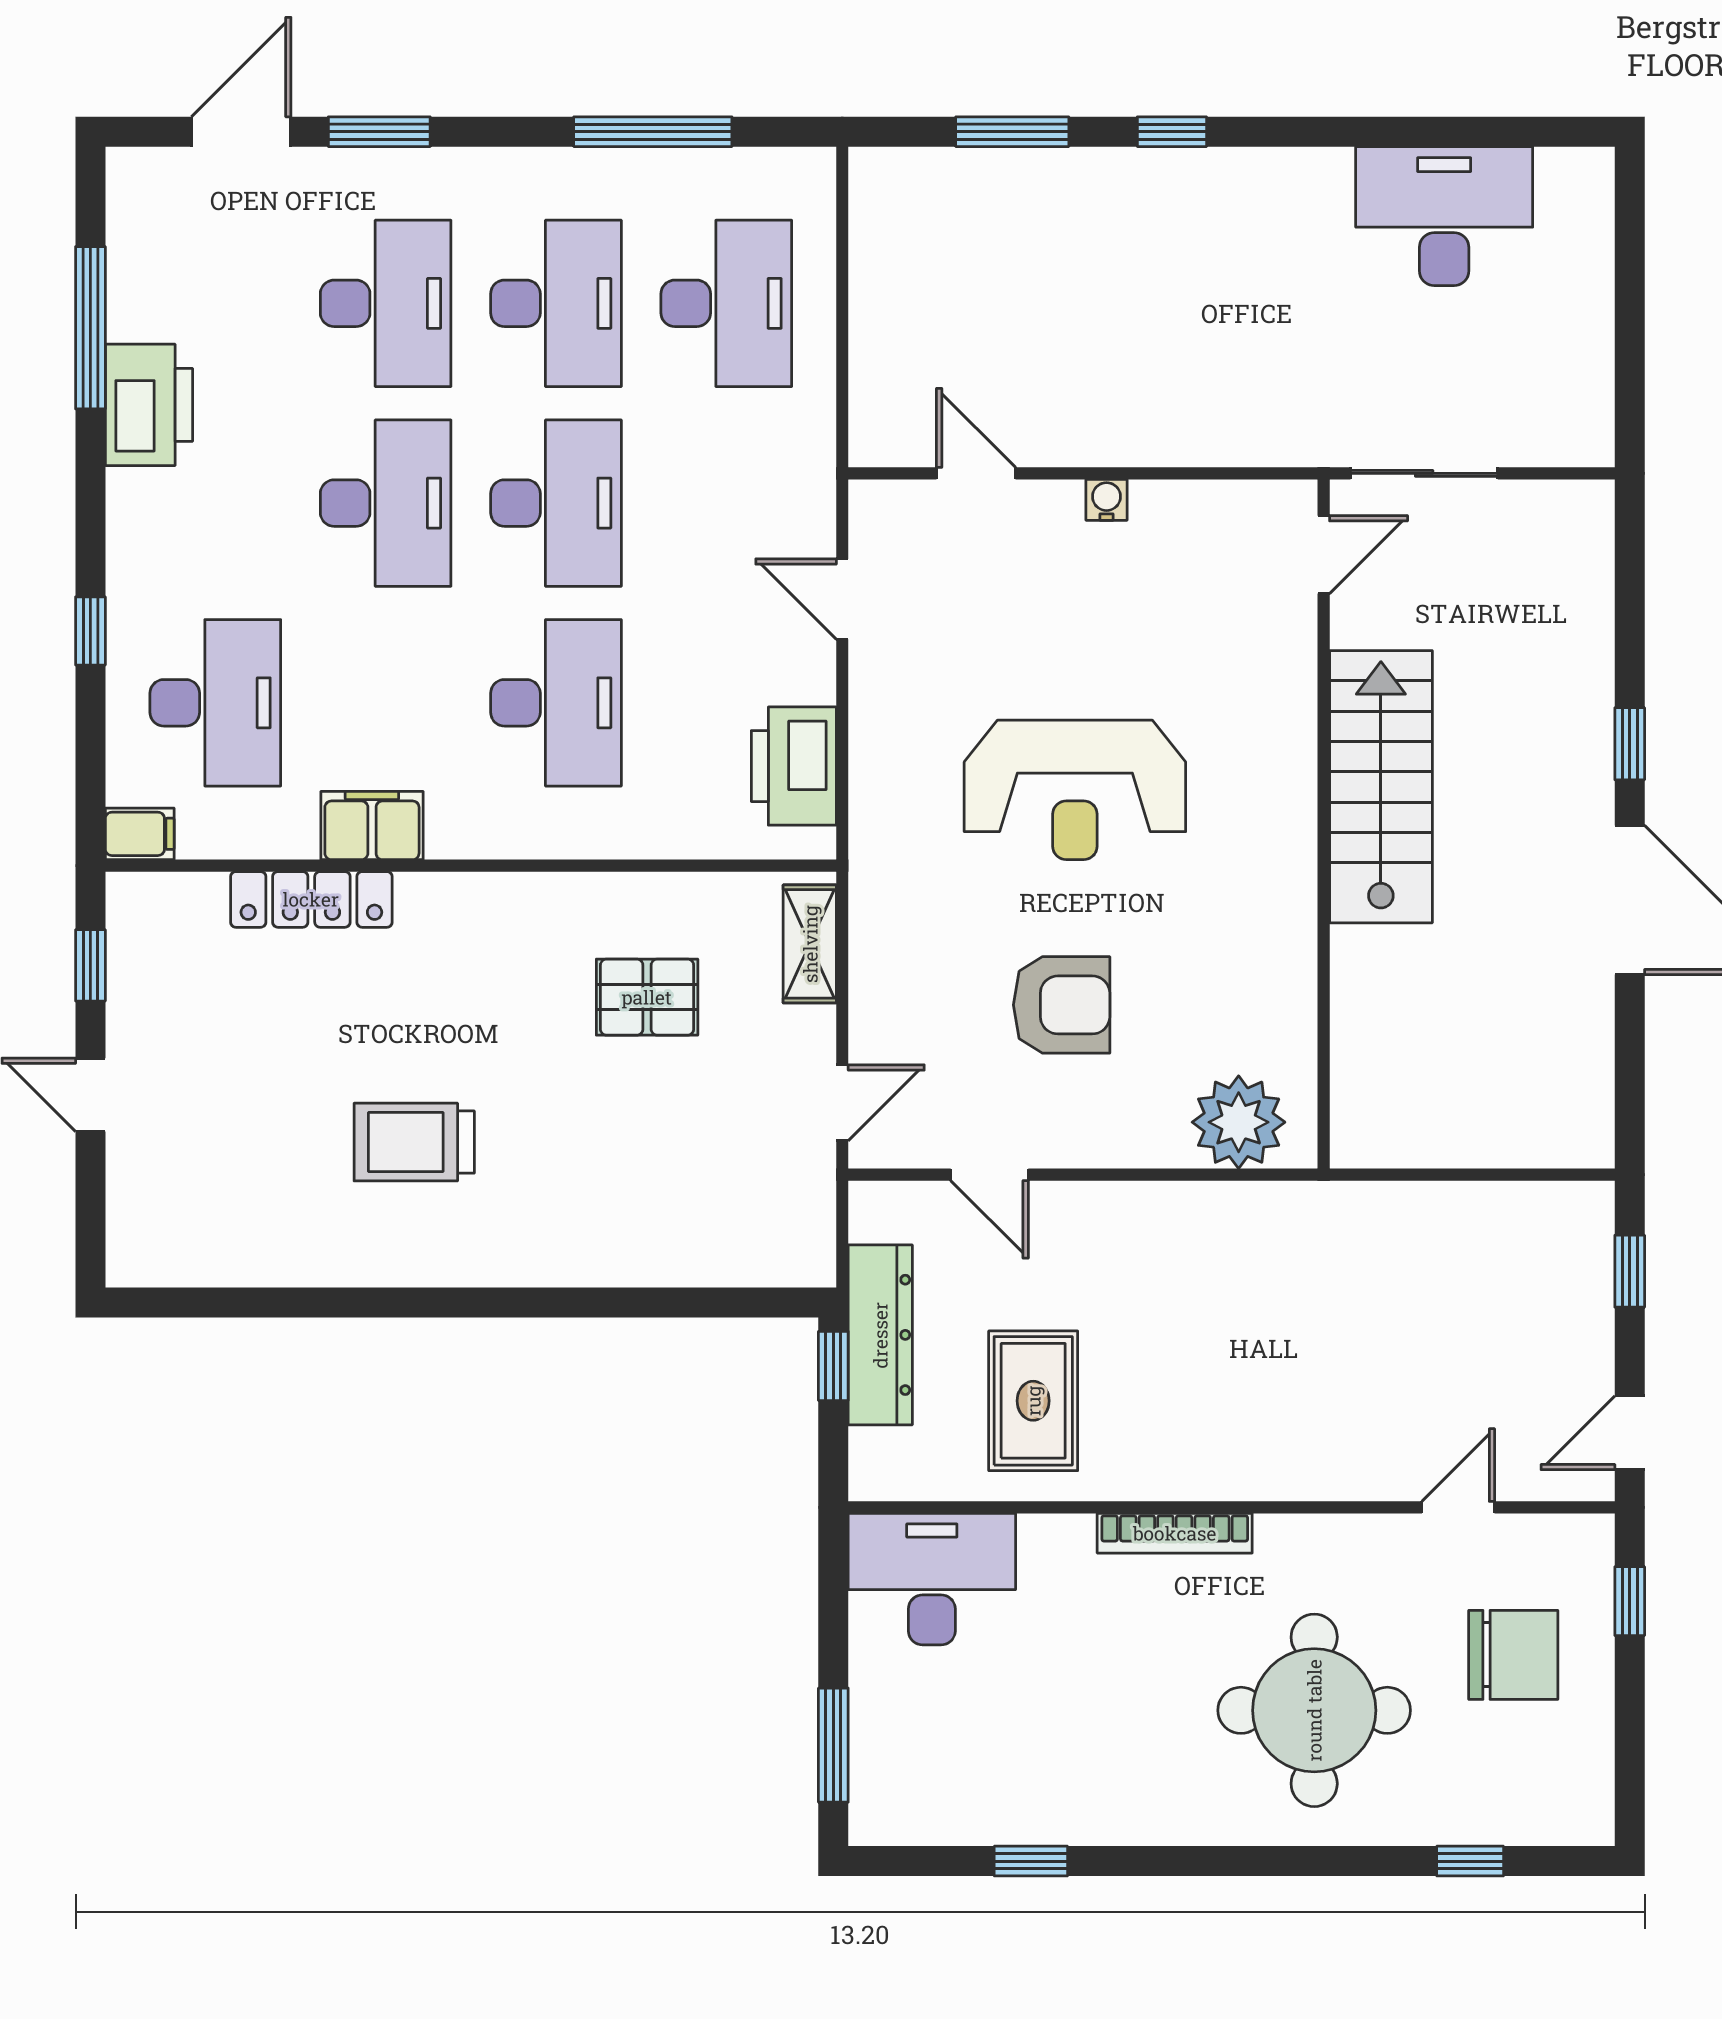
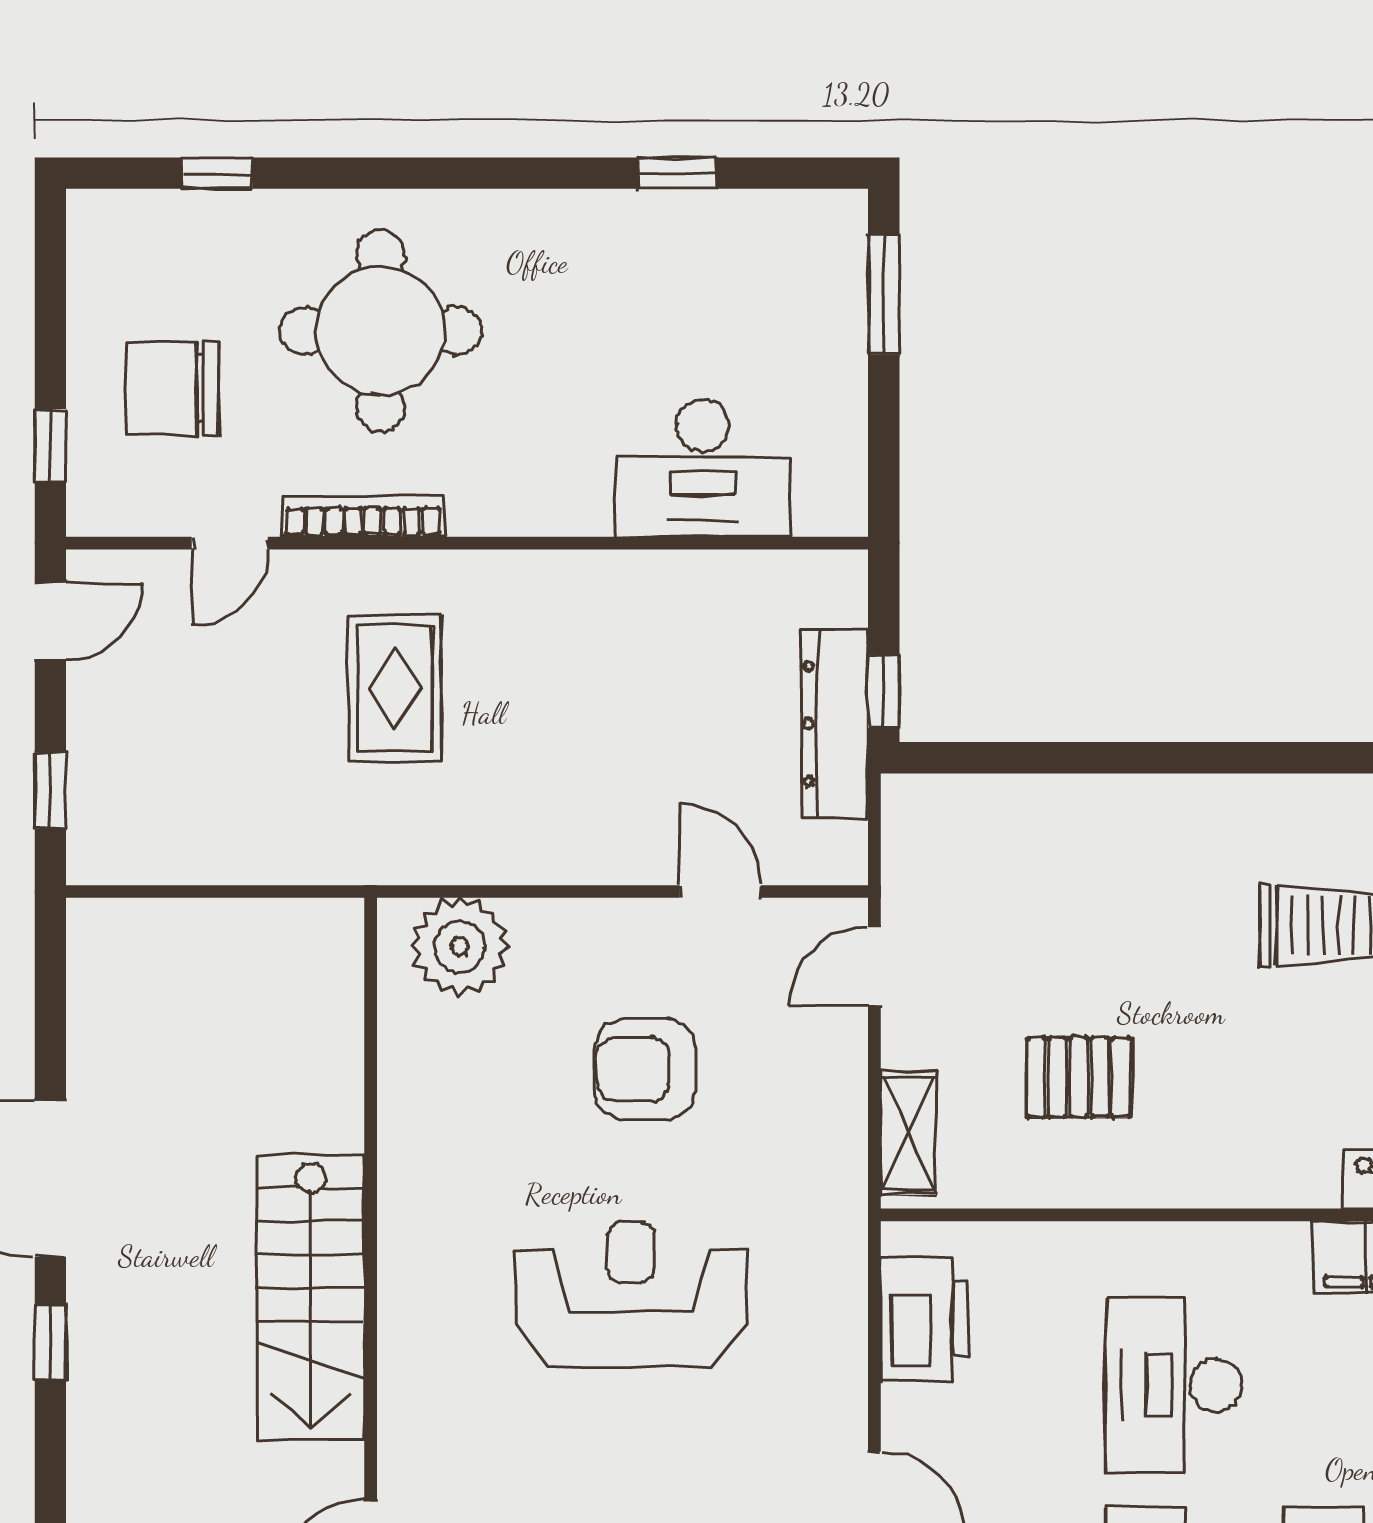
rug: (1033, 1401) -> (395, 688), moved
bookcase: (1175, 1533) -> (363, 516), moved
desk: (932, 1579) -> (703, 468), moved

